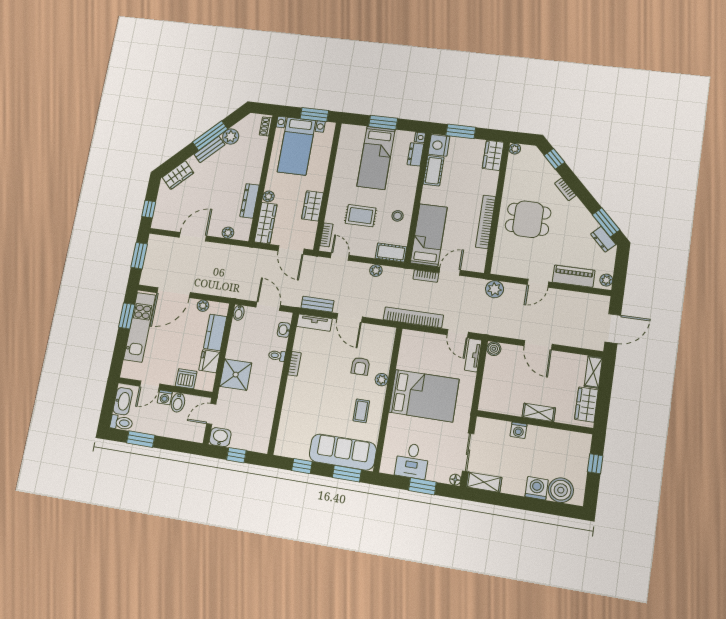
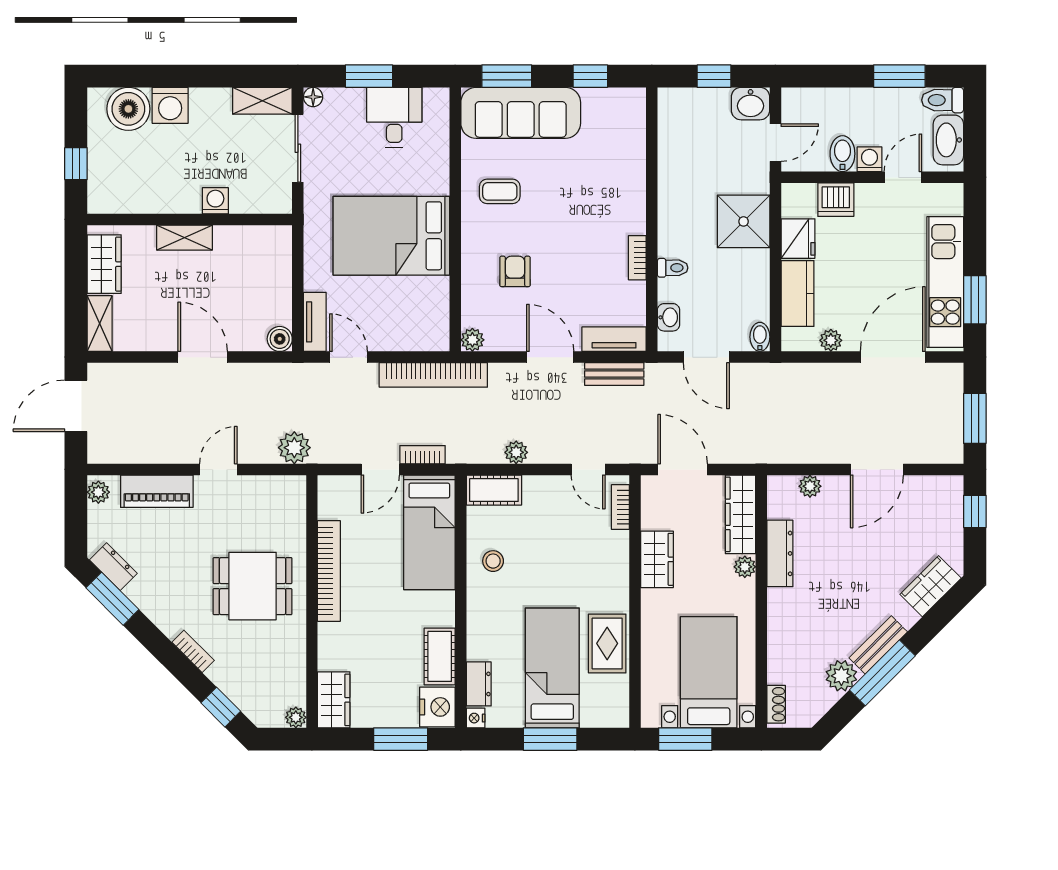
rug: (361, 216) -> (607, 643), moved, turned 90
plant: (382, 380) -> (472, 340), moved
coffee table: (361, 411) -> (500, 191), turned 90

